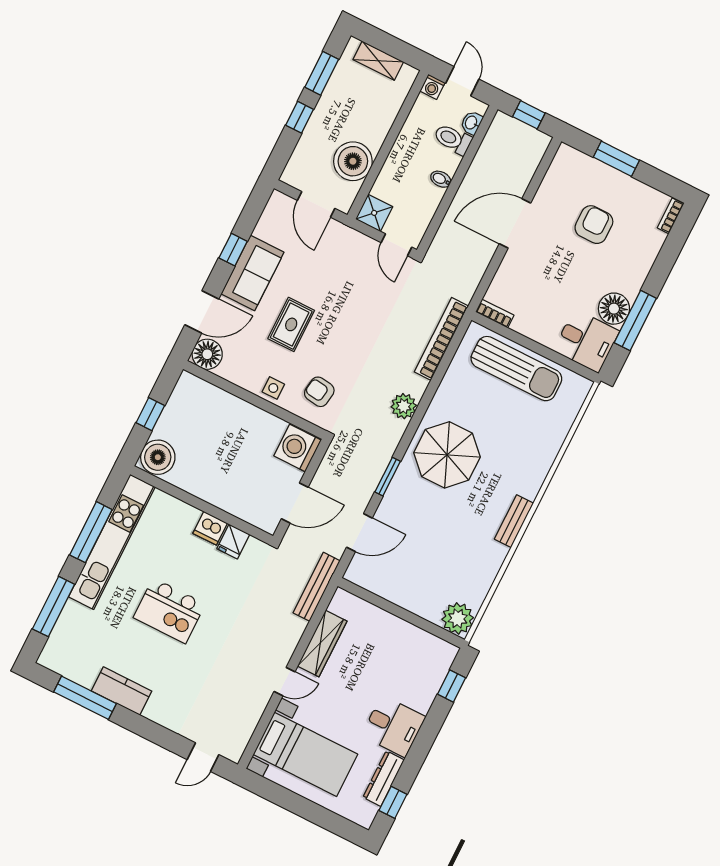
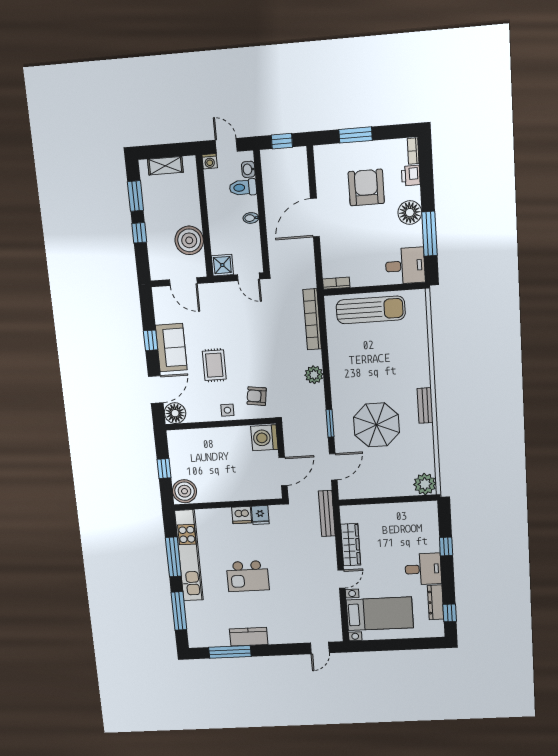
armchair: (594, 225) -> (366, 187), width x1.36, depth x1.36
printer: (652, 242) -> (411, 176), added
floor lamp: (614, 309) -> (410, 213), moved
parasol: (447, 455) -> (376, 425), moved
window: (452, 686) -> (446, 546), moved

